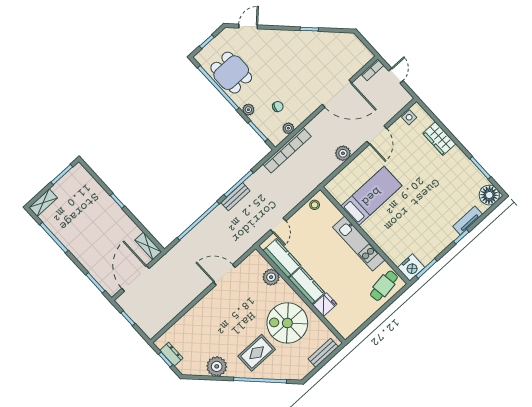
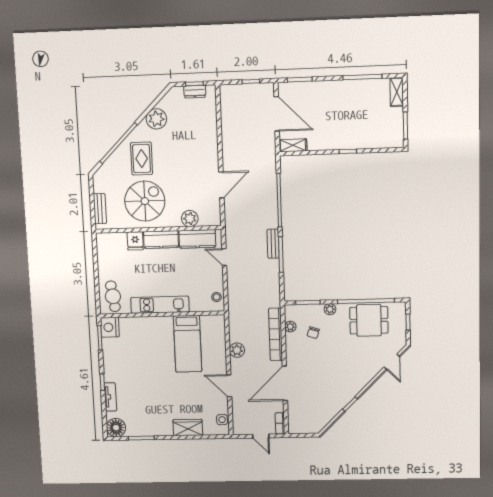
bookcase: (287, 150) -> (276, 334), moved

